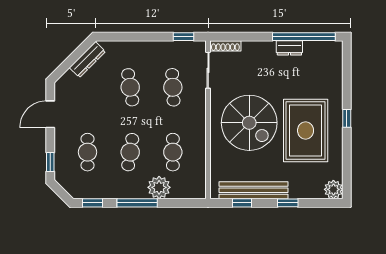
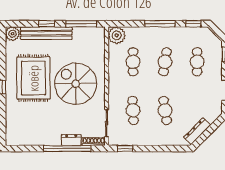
window: (304, 37) -> (67, 148), moved
dresser: (289, 48) -> (71, 140), moved
plant: (159, 187) -> (117, 35), moved
bench: (254, 190) -> (46, 33), moved
window: (242, 203) -> (81, 24), width x2.17

